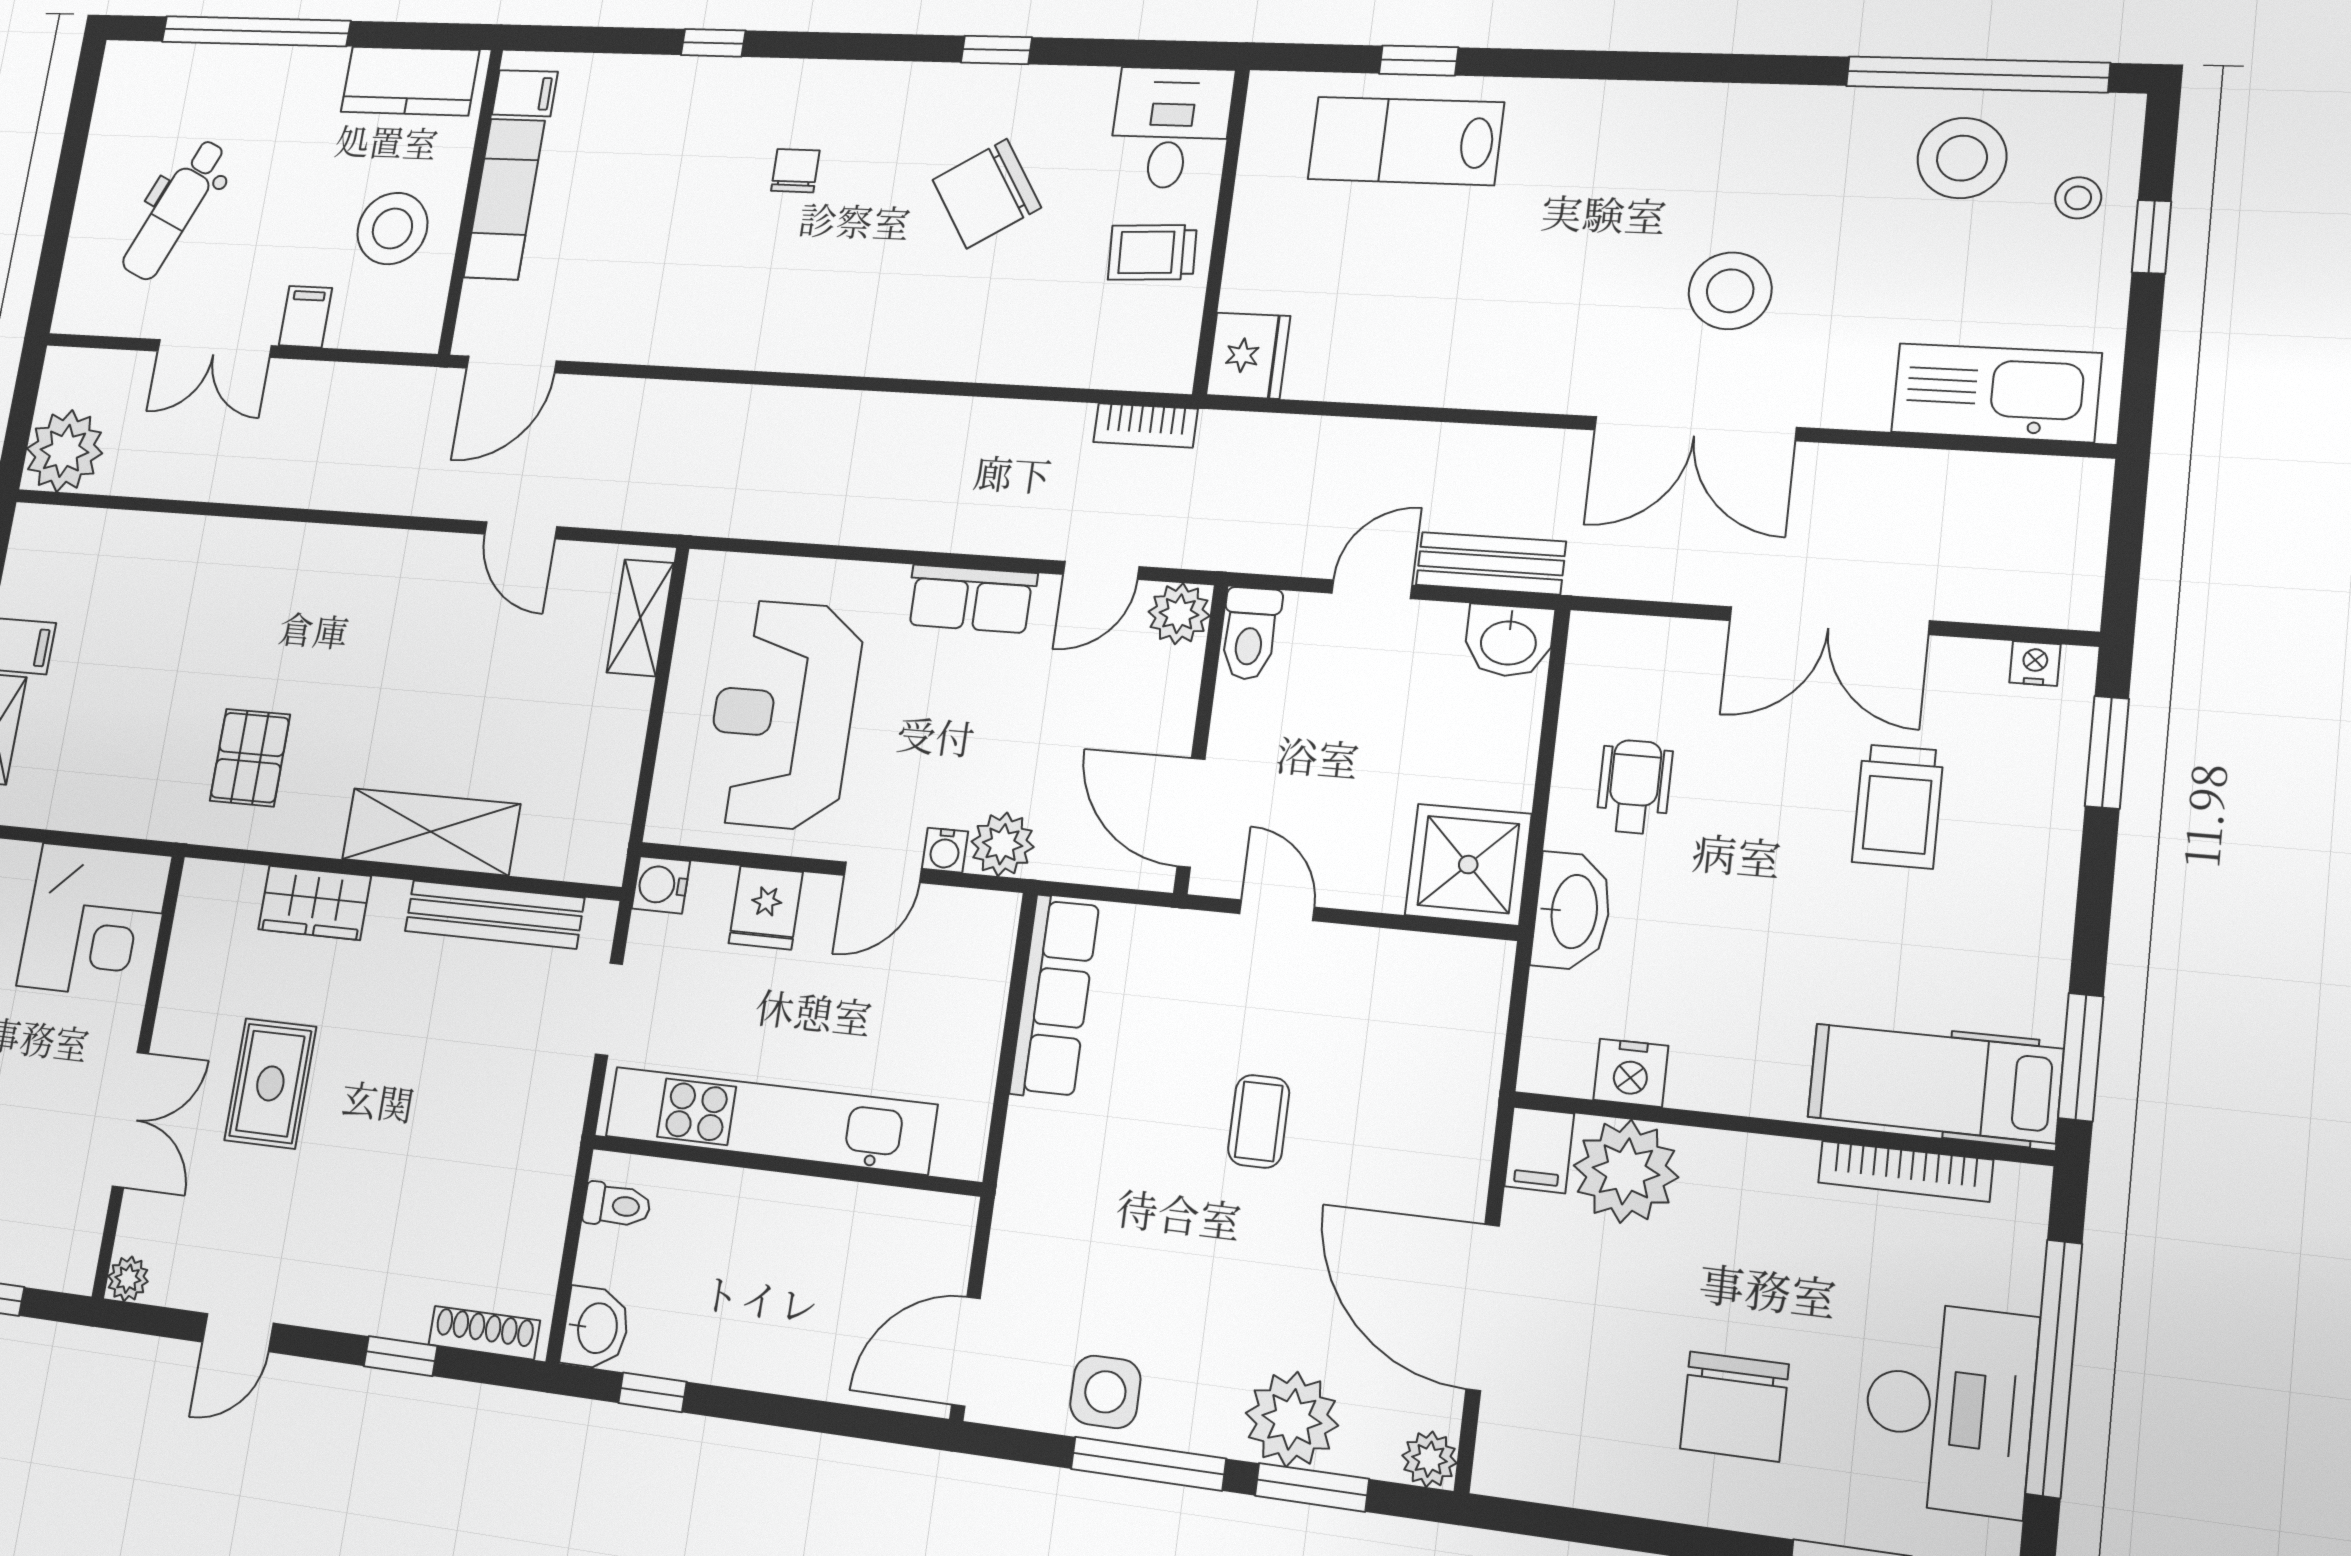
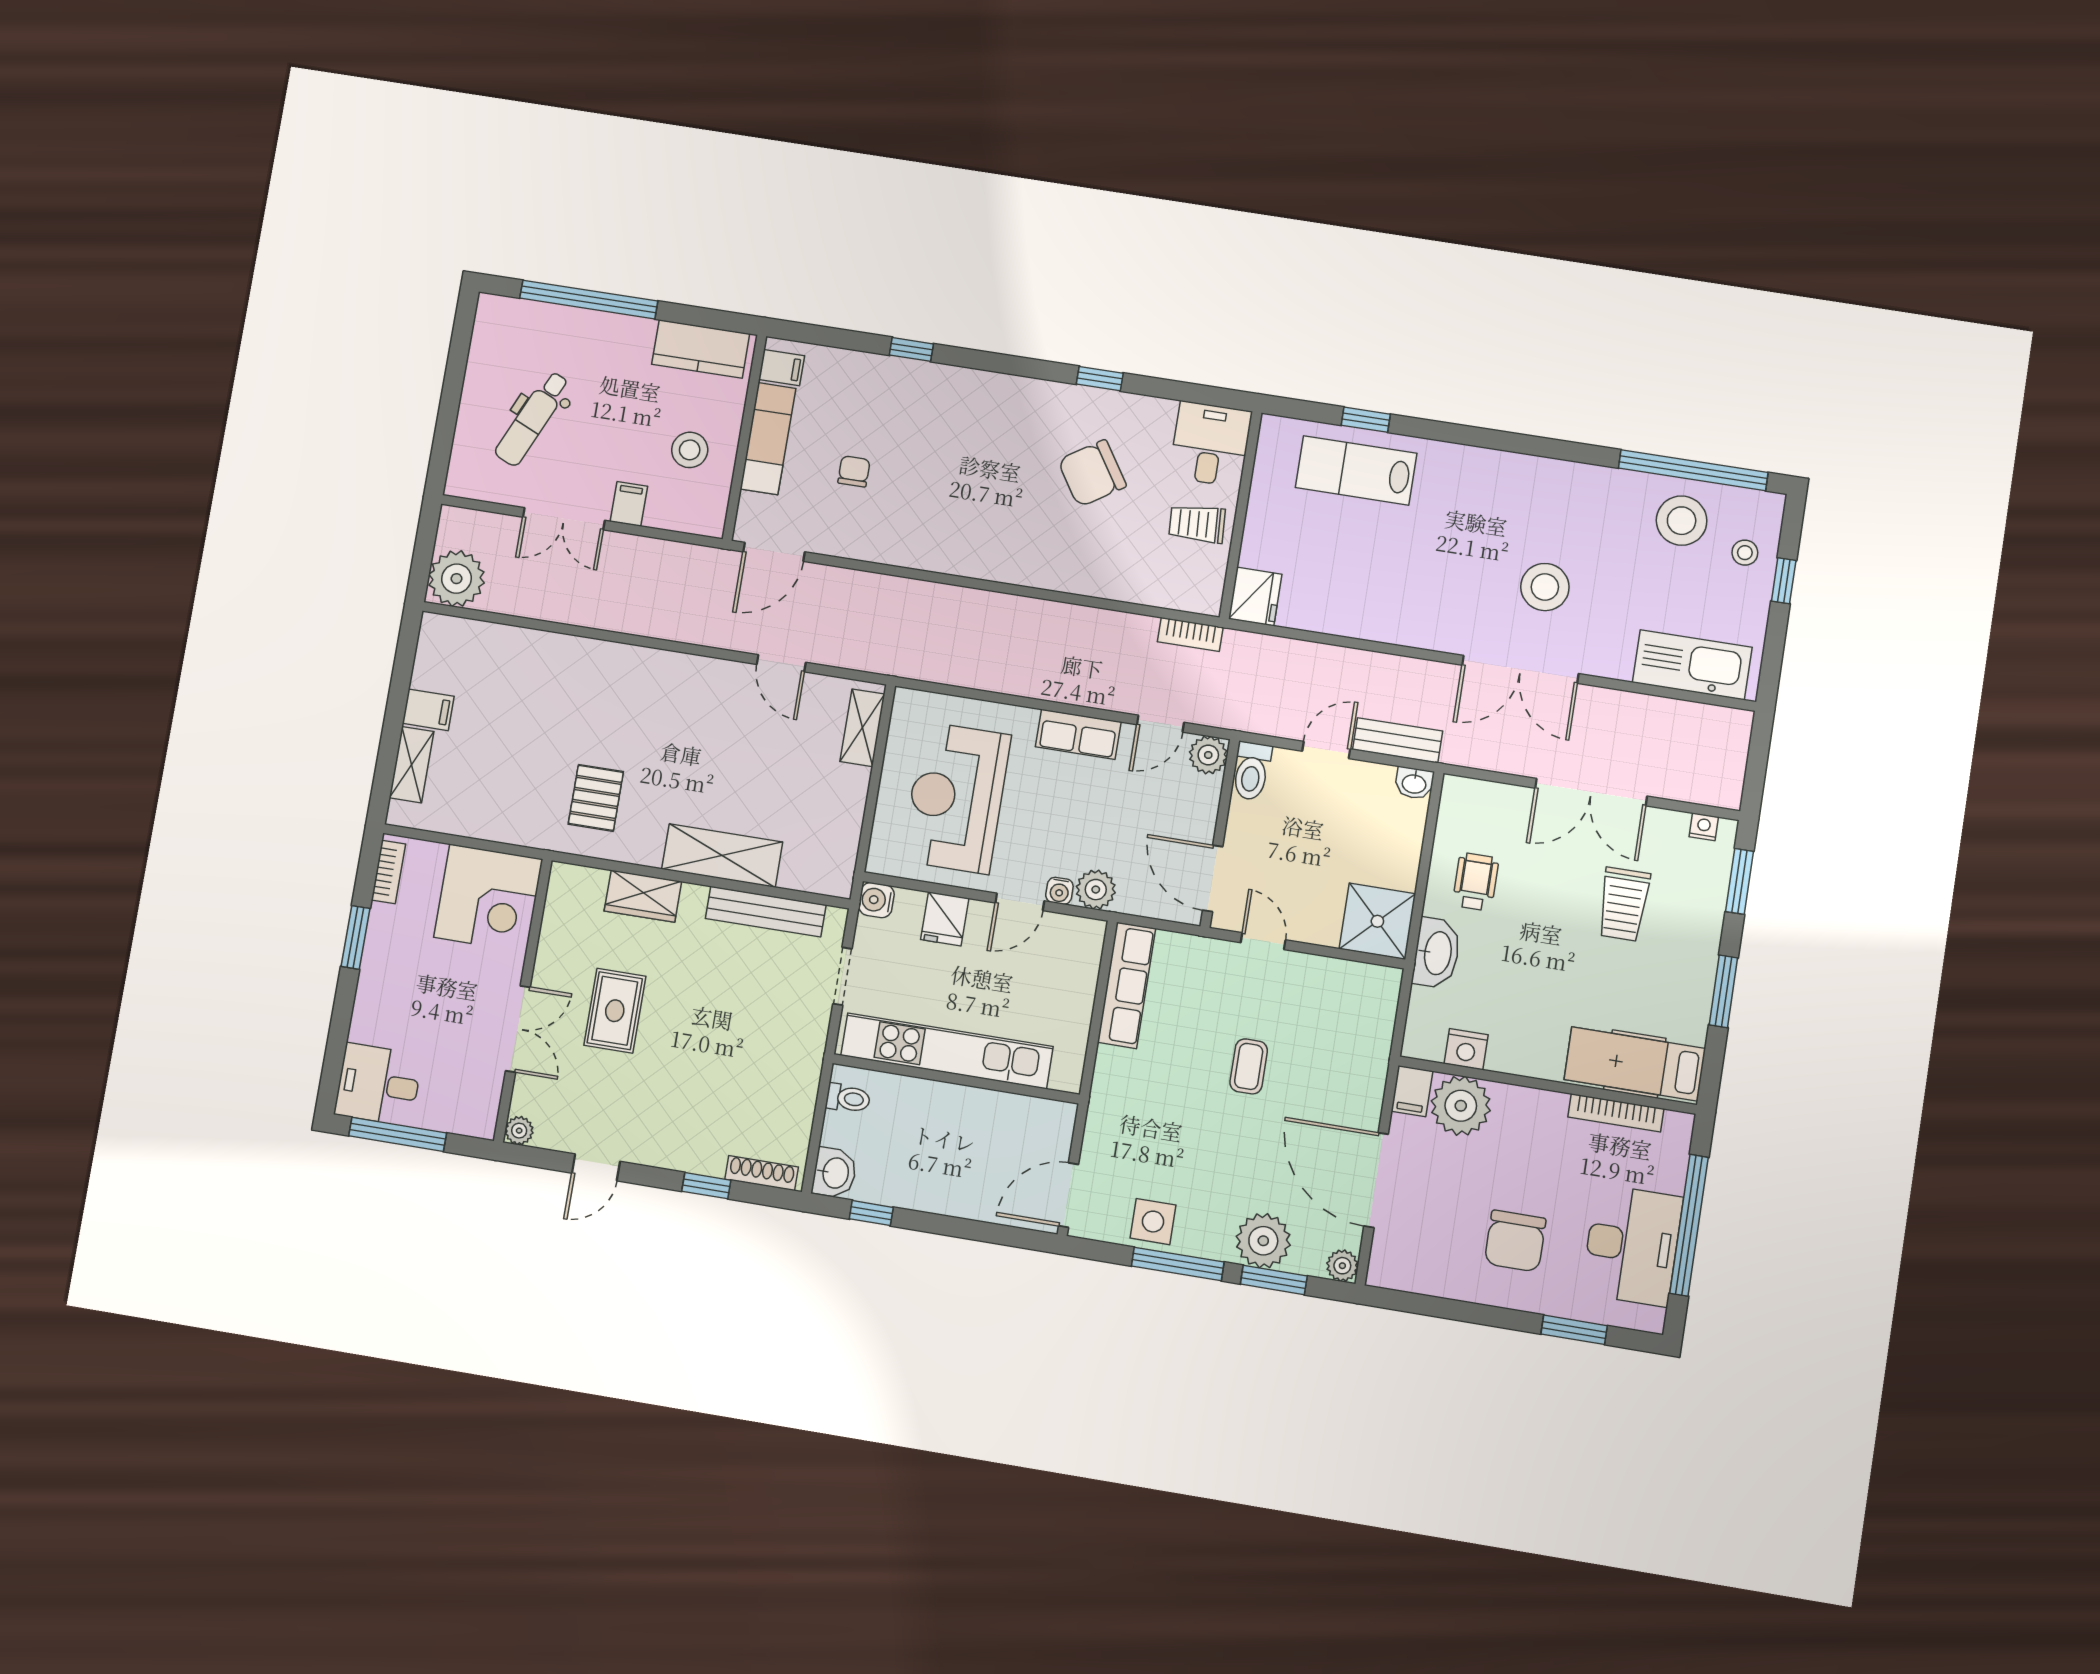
chair: (795, 171) -> (854, 471), moved
stool: (392, 228) -> (690, 450), width x0.73, depth x0.73
washbasin: (1509, 641) -> (1414, 783), width x0.72, depth x0.69
window: (2081, 1057) -> (1723, 991), moved

